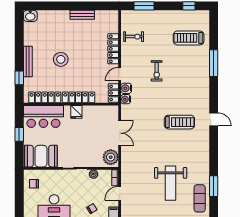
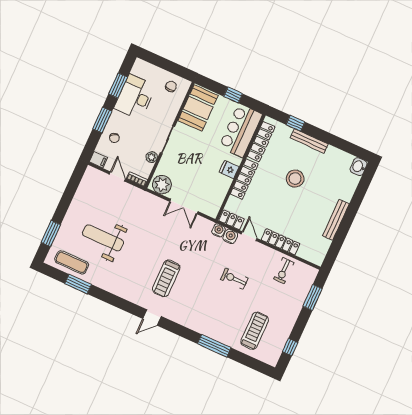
bench: (82, 15) -> (336, 220), width x1.36

